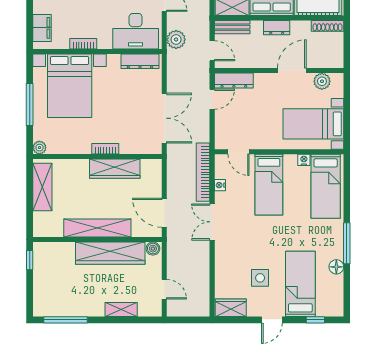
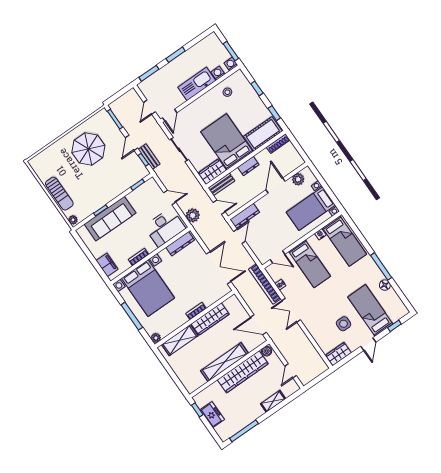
shelving: (42, 187) -> (180, 340), moved, turned 90
freezer: (43, 277) -> (212, 415), added
door: (164, 289) -> (291, 371), swing flipped

